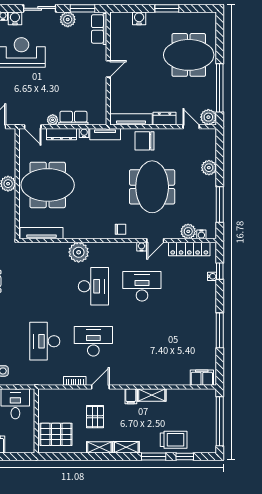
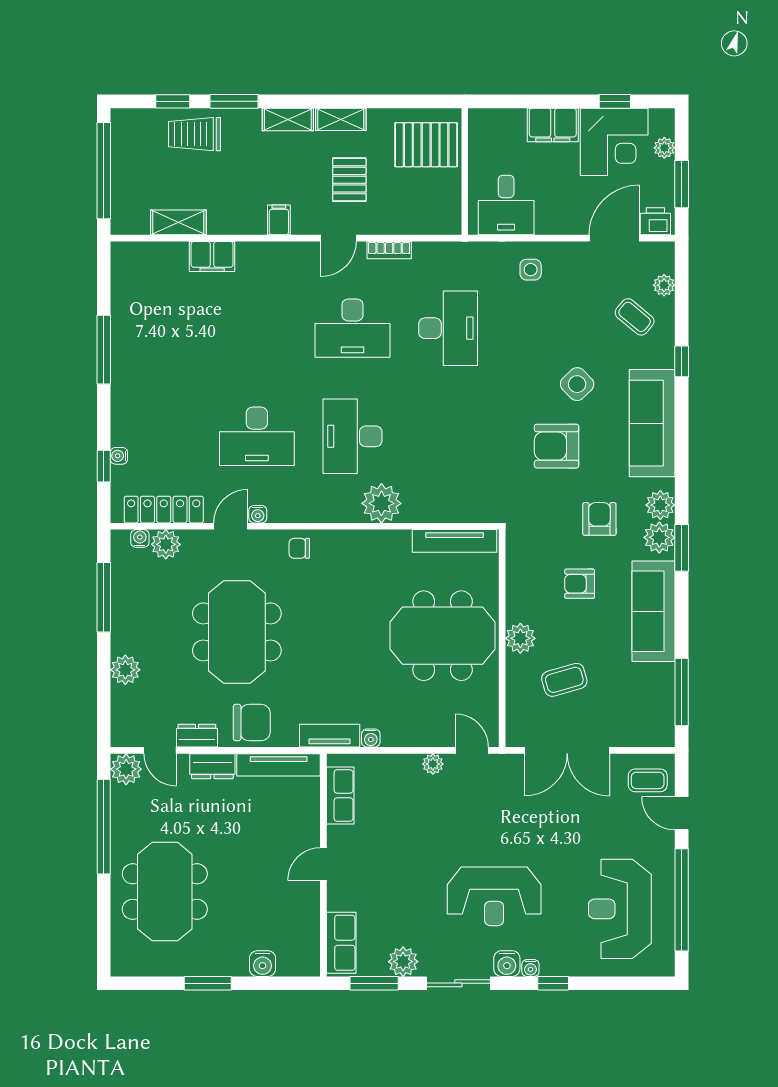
meeting table: (189, 55) -> (165, 892), turned 90
row of seats: (73, 118) -> (340, 796), moved, turned -90
dresser: (61, 134) -> (197, 736), moved, width x0.70
filing cabinet: (202, 378) -> (212, 256), moved
shelving: (152, 395) -> (178, 222), moved

